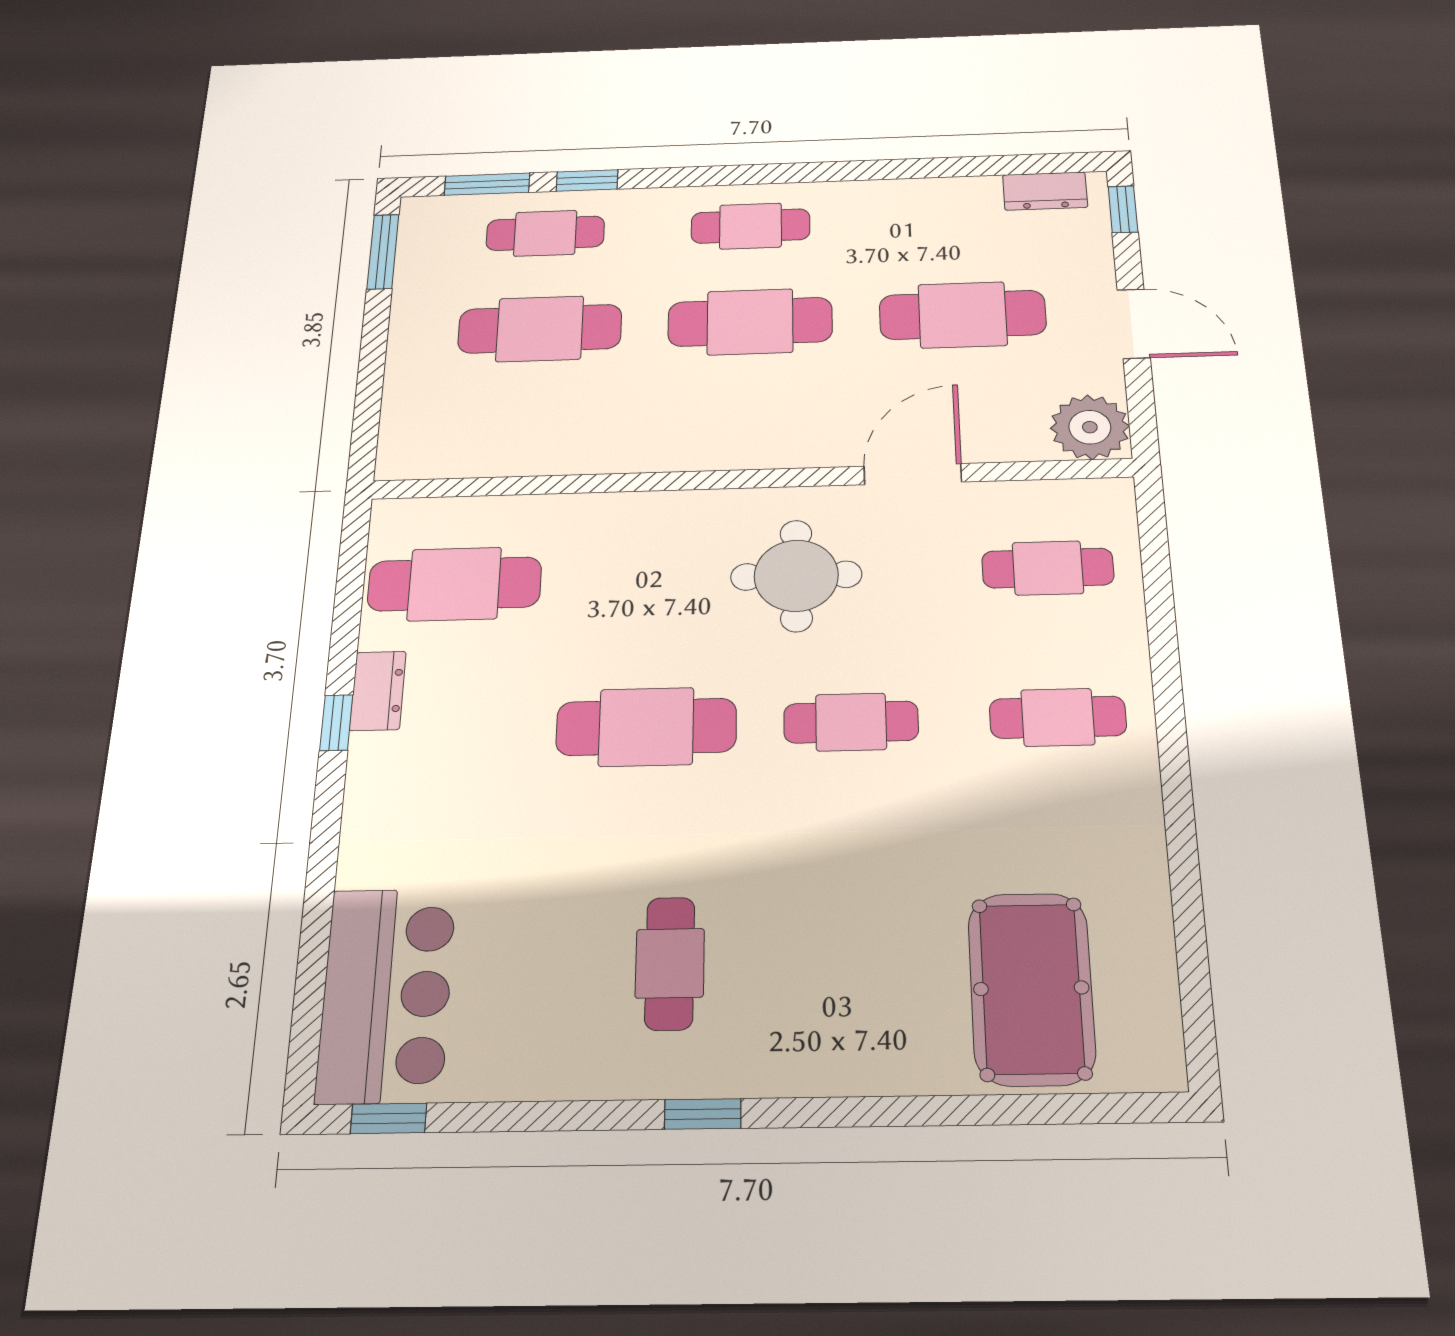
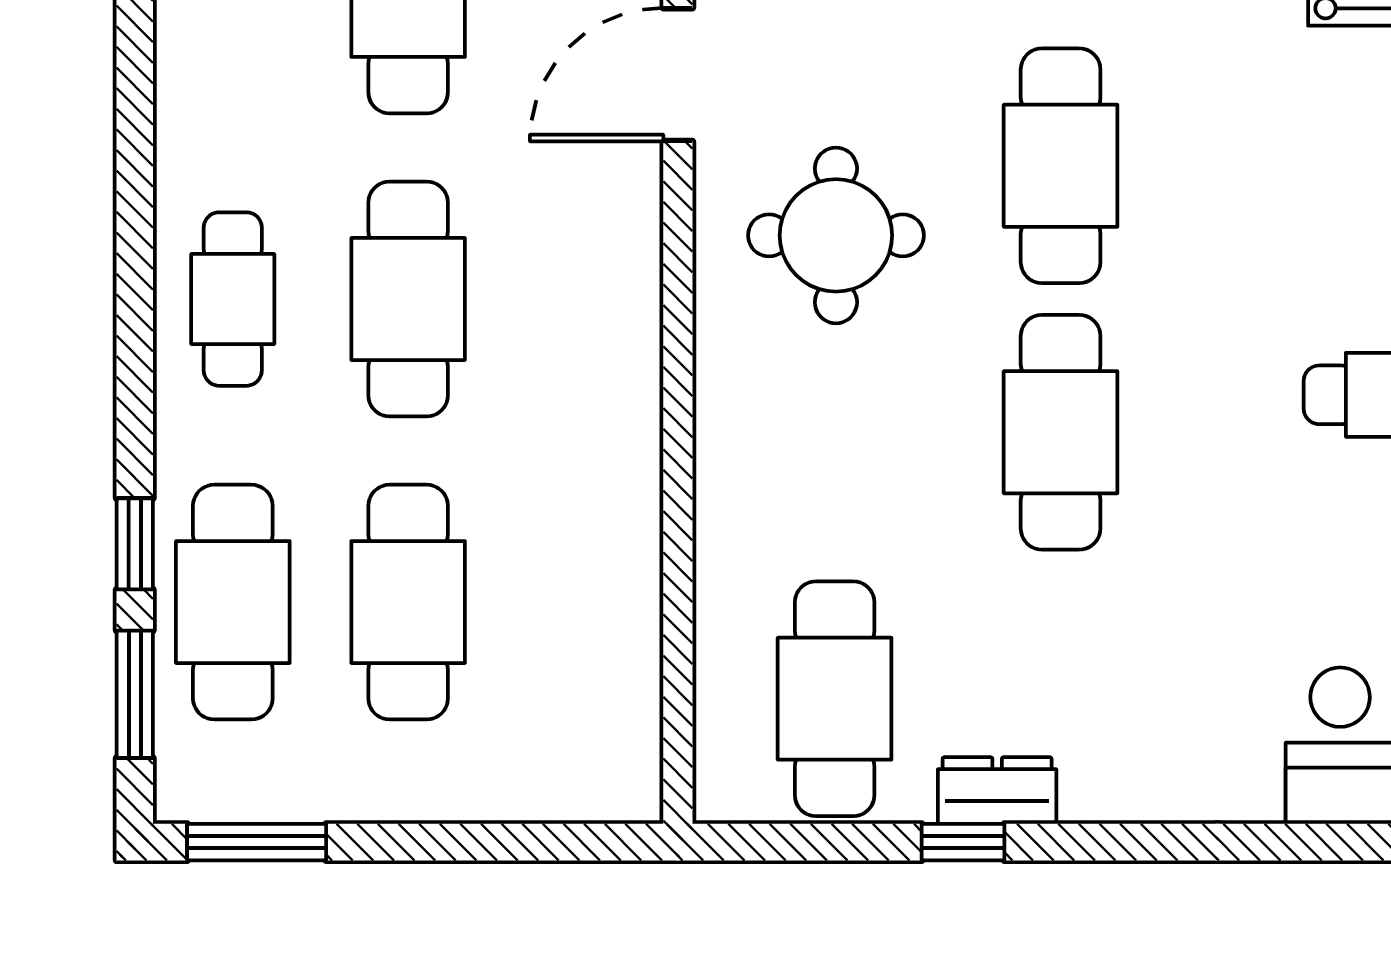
cafe table: (545, 233) -> (233, 602), width x1.37, depth x1.35
door: (913, 474) -> (678, 75), hinge flipped
cafe table: (851, 722) -> (1061, 166), width x1.37, depth x1.35
window: (336, 723) -> (963, 842), moved

